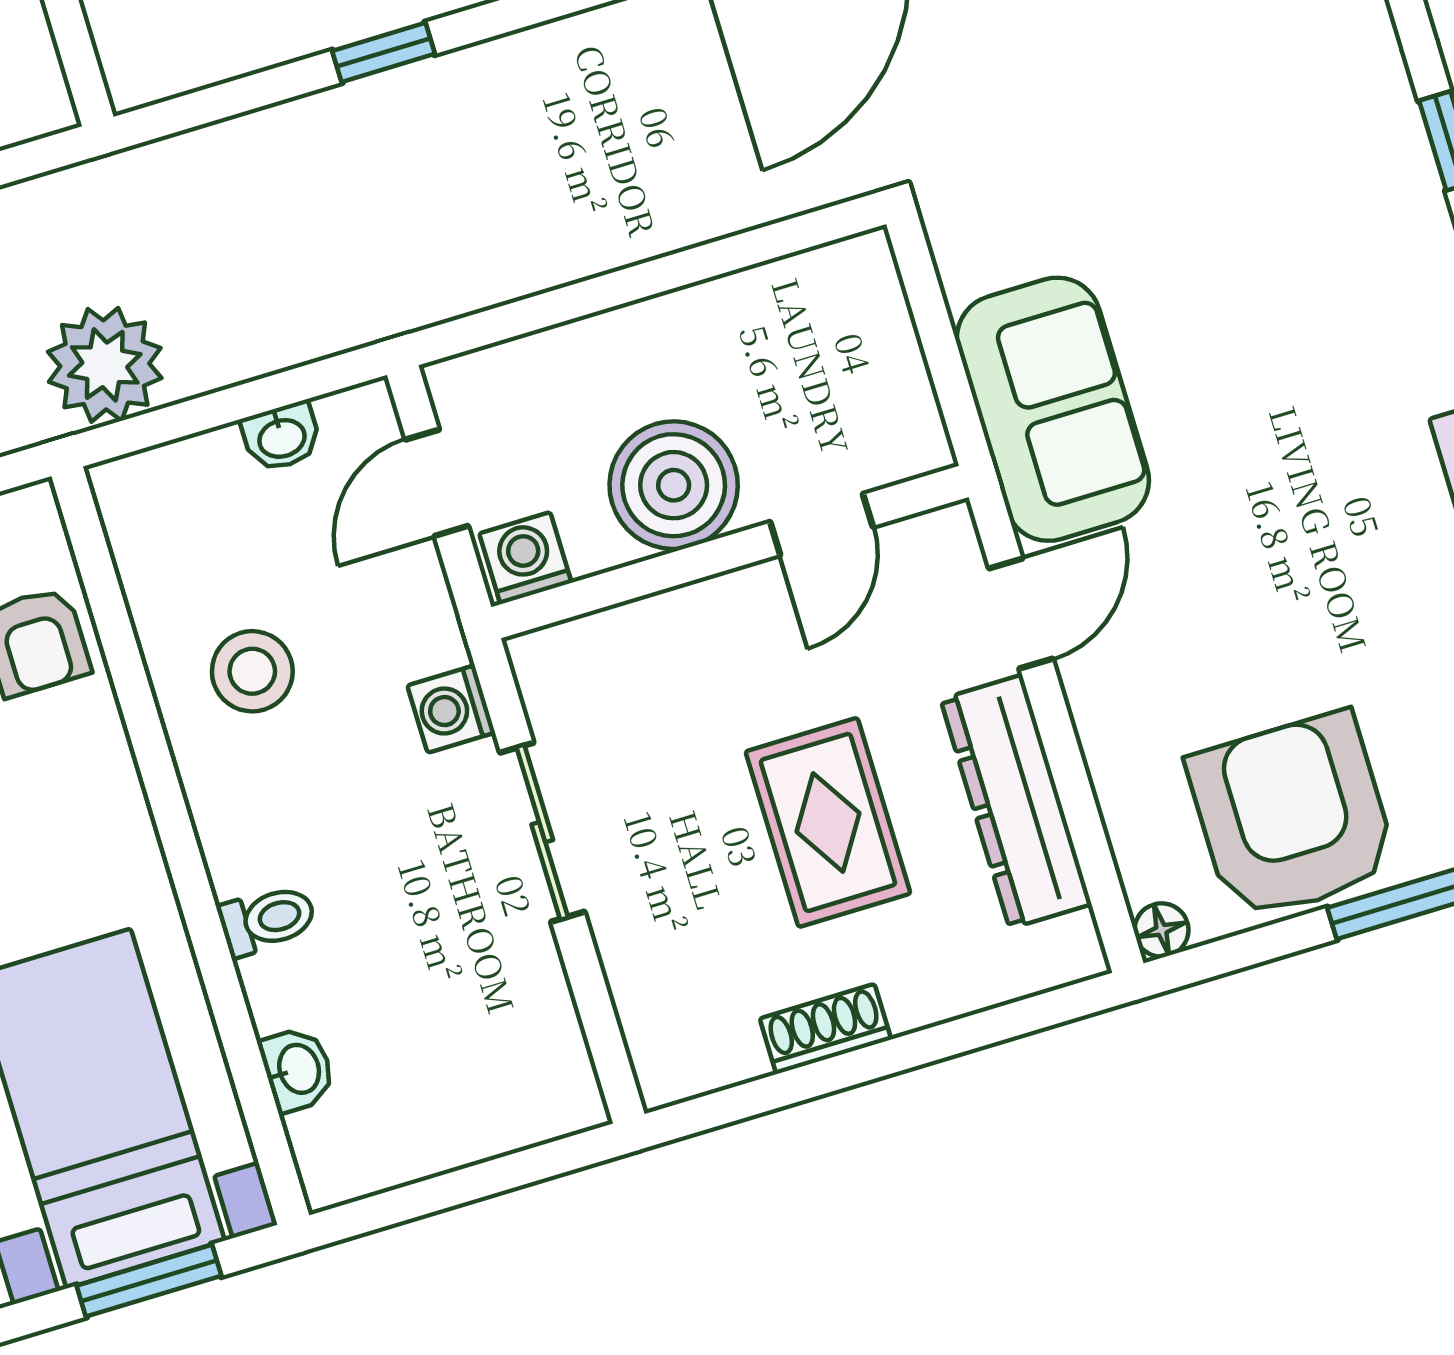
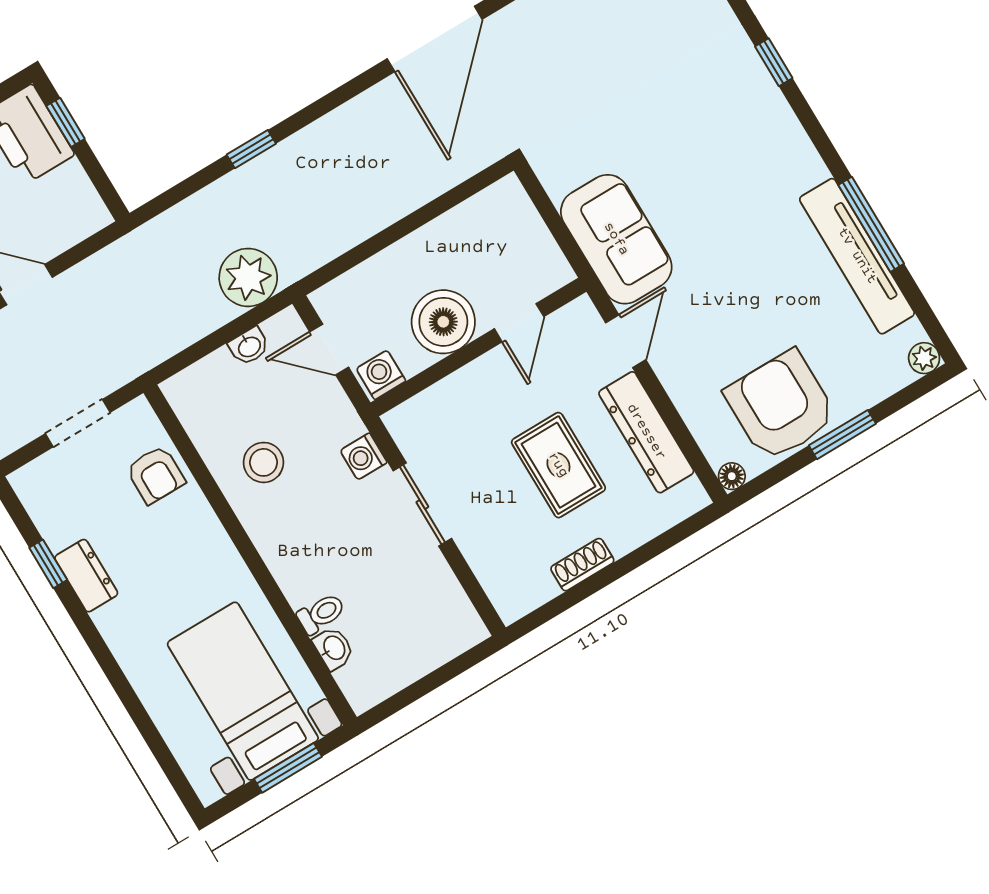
plant: (105, 365) -> (248, 277), moved
door: (437, 483) -> (329, 349), hinge flipped
toilet: (267, 920) -> (321, 614), moved

